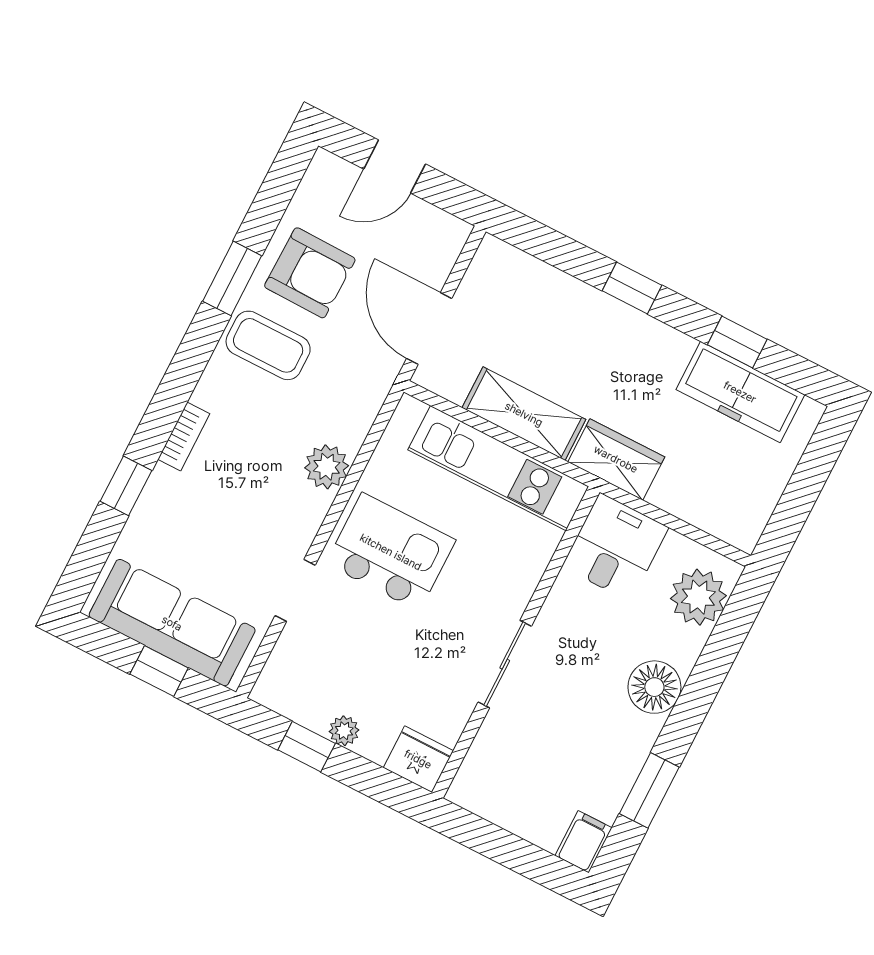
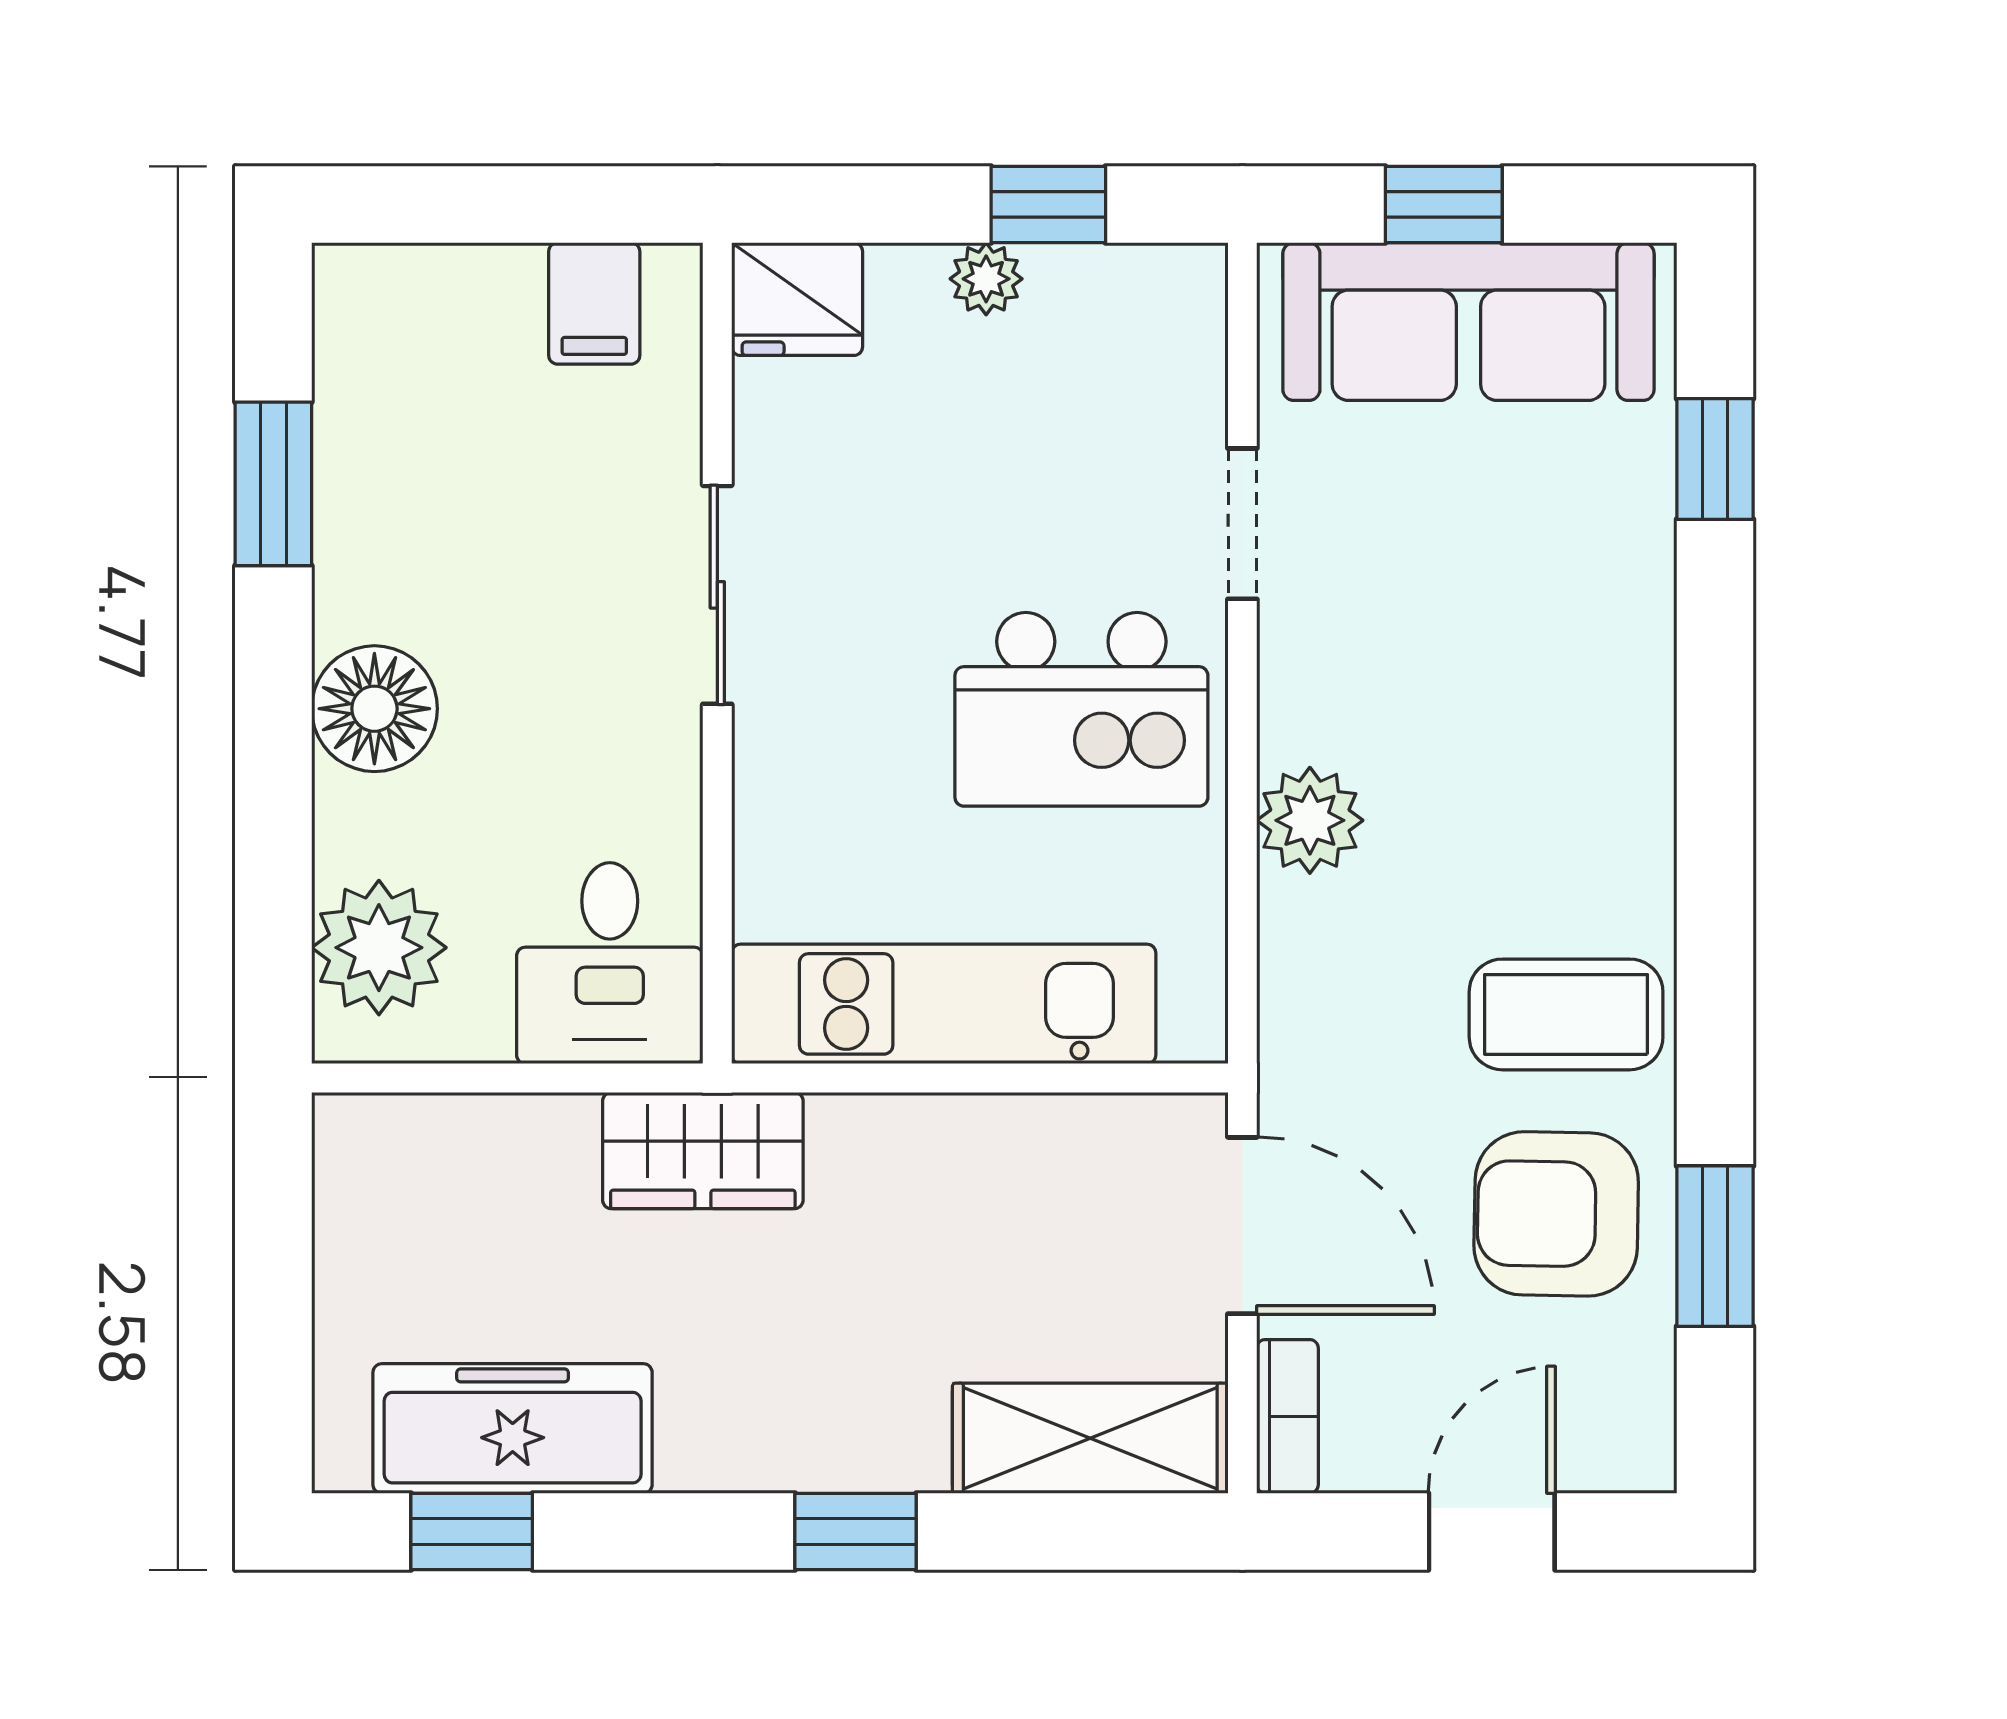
window: (232, 278) -> (1715, 1246), moved
window: (737, 342) -> (472, 1532), moved
shelving: (524, 414) -> (1090, 1438), moved
bookcase: (184, 436) -> (1287, 1416), moved, turned 180
window: (126, 486) -> (1715, 459), moved
filing cabinet: (583, 842) -> (594, 303), moved

